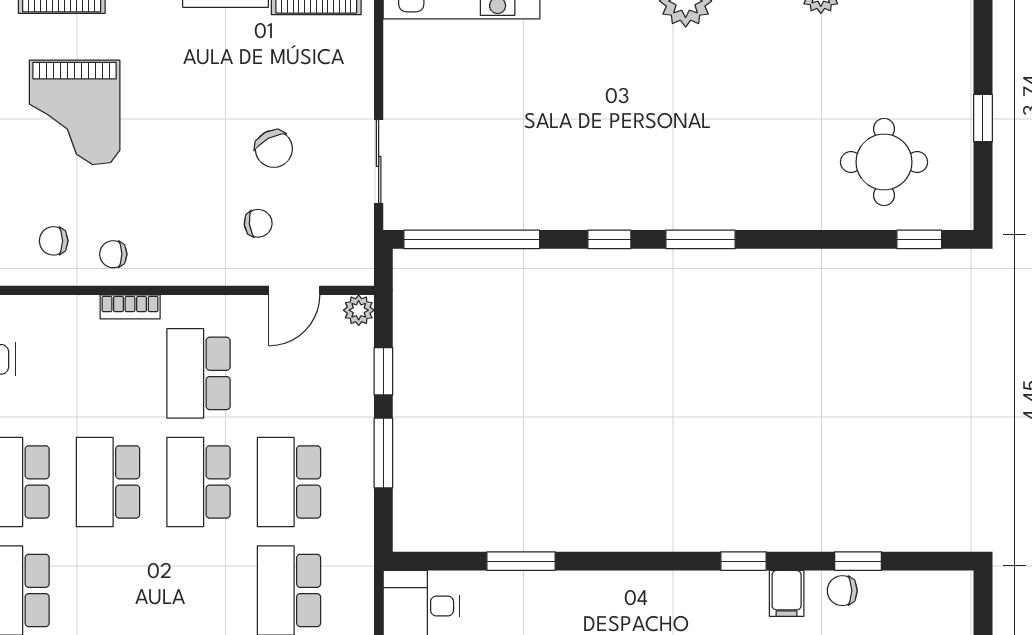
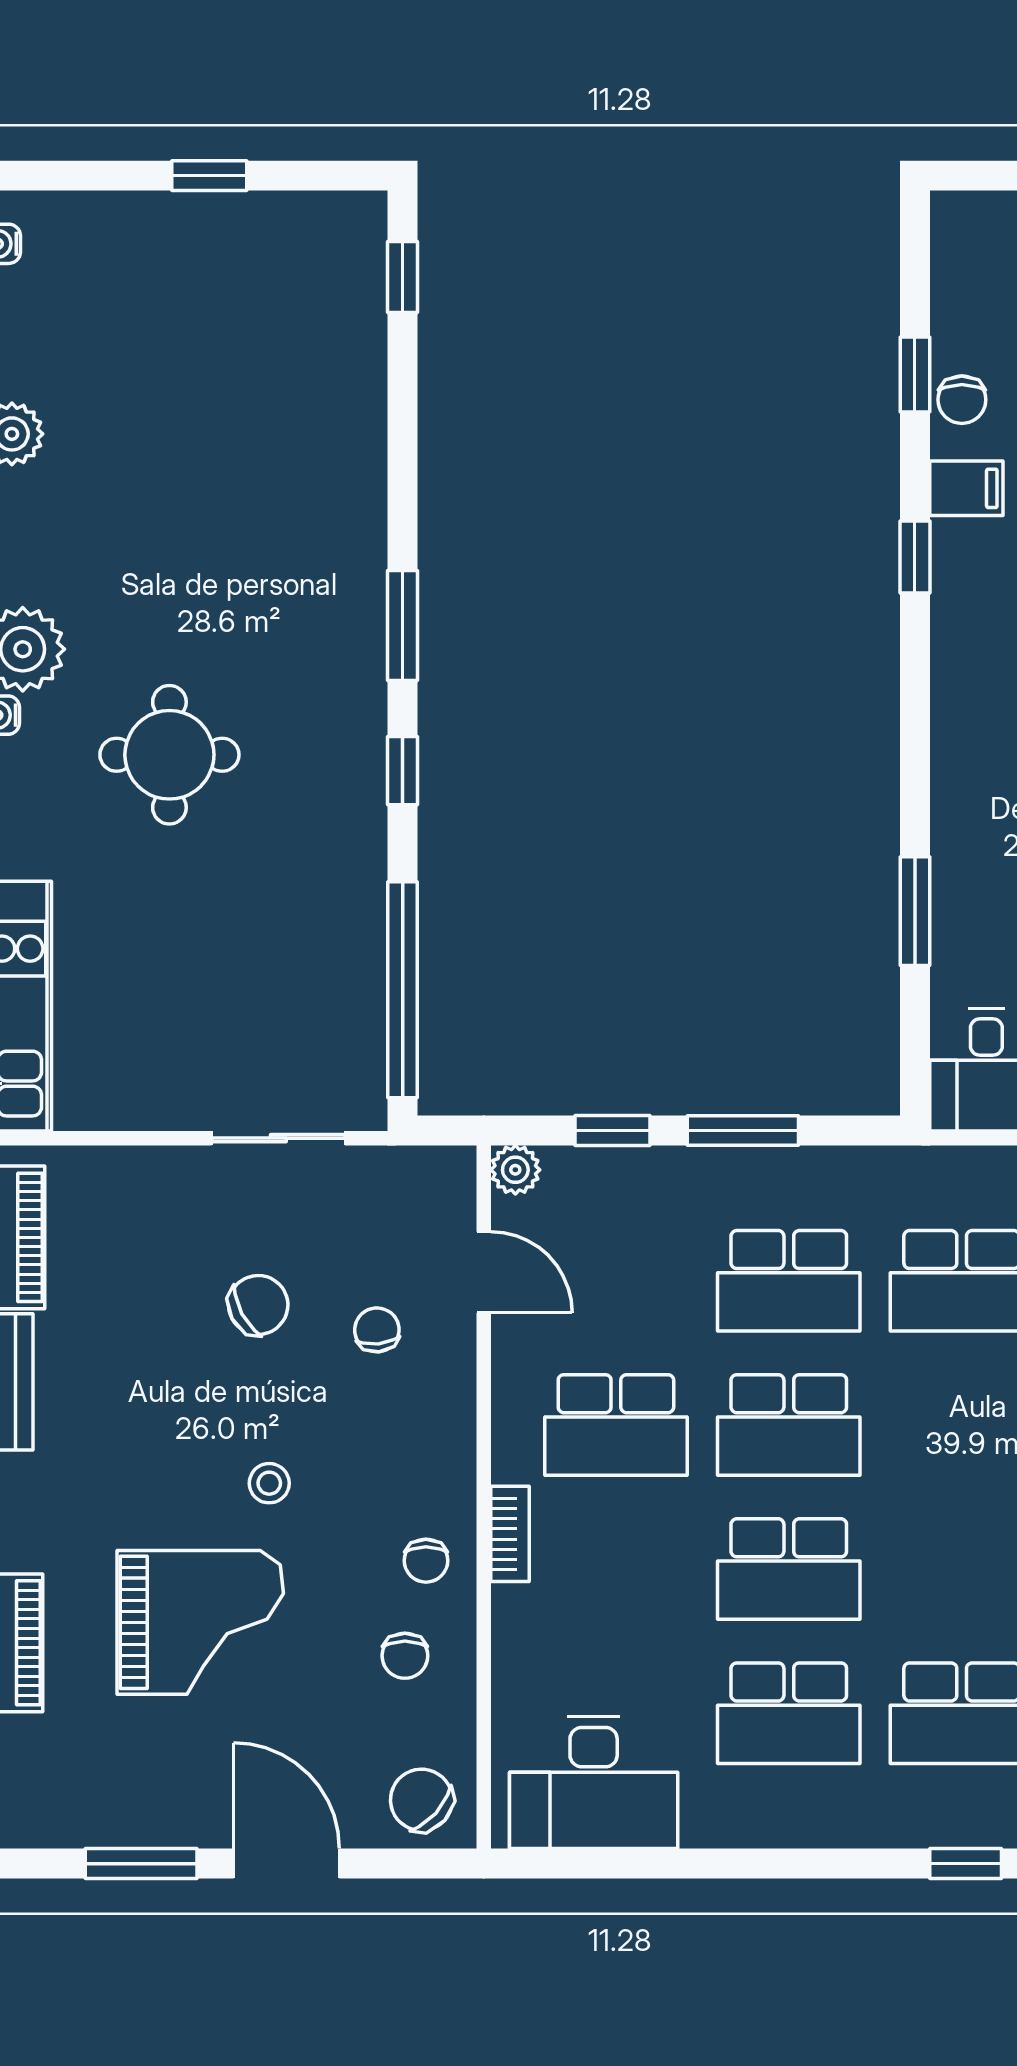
stool: (162, 156) -> (269, 1483), added
round table: (884, 162) -> (169, 755), moved

